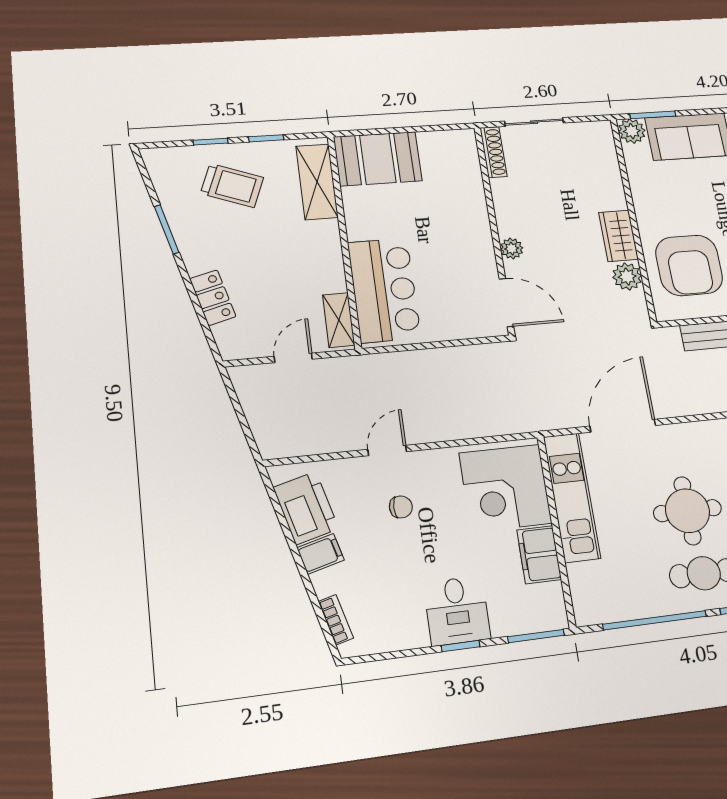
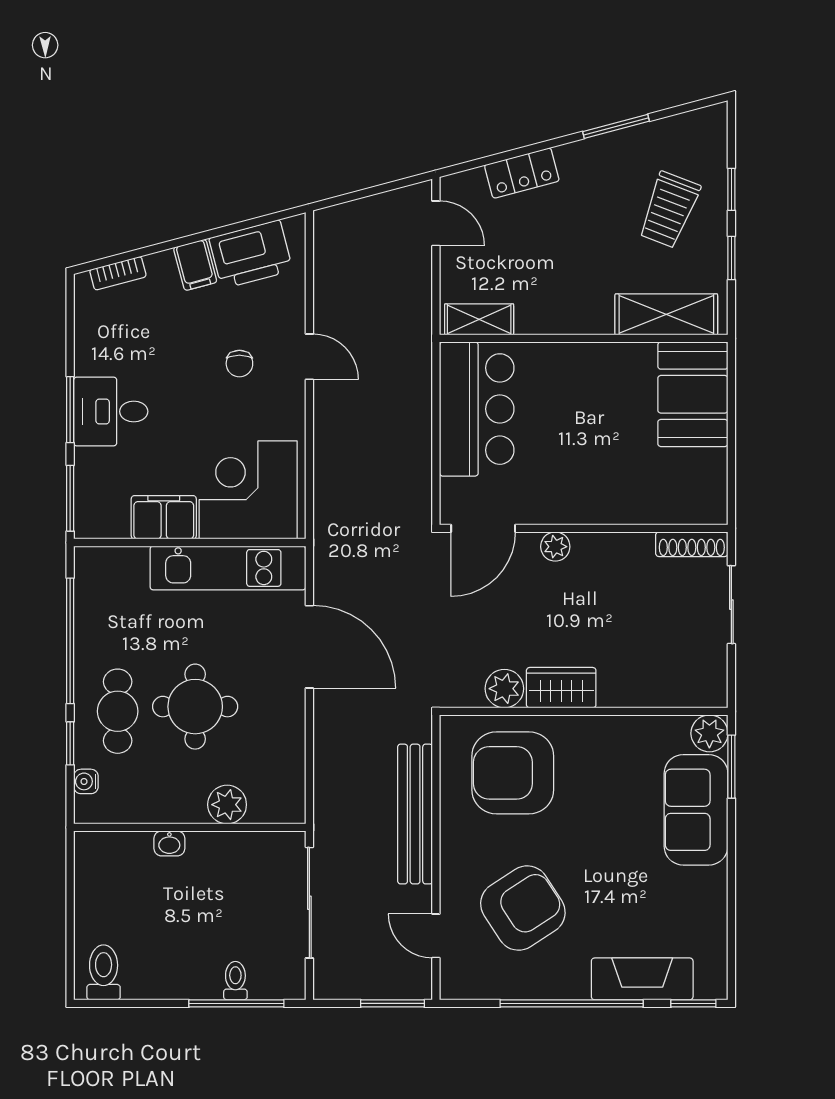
bar counter: (384, 290) -> (477, 409), moved, turned -90
door: (293, 358) -> (436, 223), moved
window: (461, 646) -> (70, 410), width x1.50

